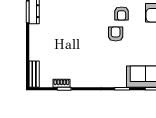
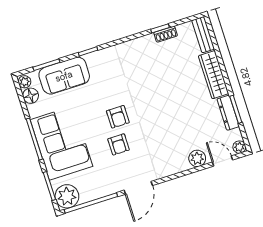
armchair: (122, 14) -> (119, 144), turned 180
wardrobe: (36, 42) -> (214, 75), added

